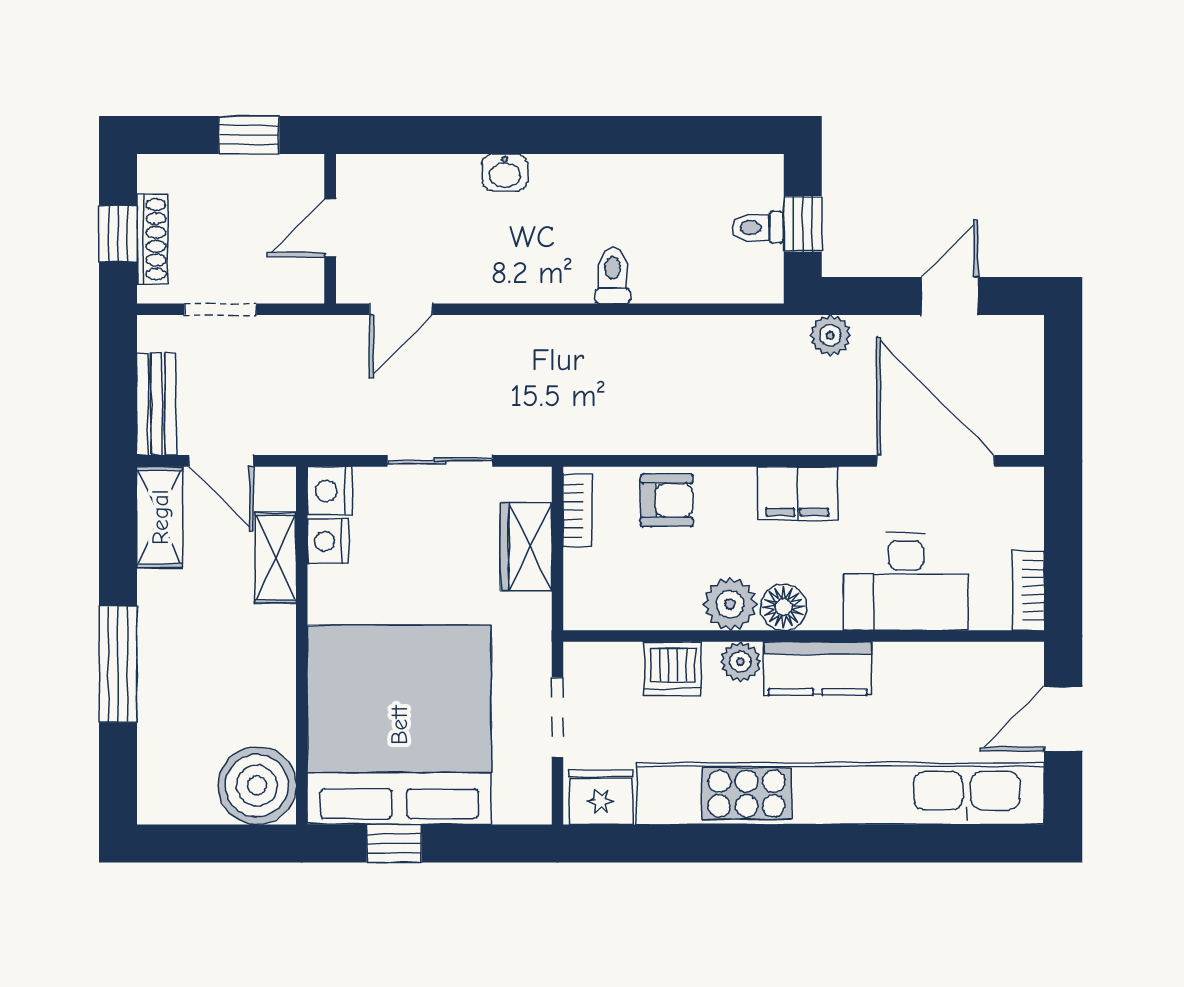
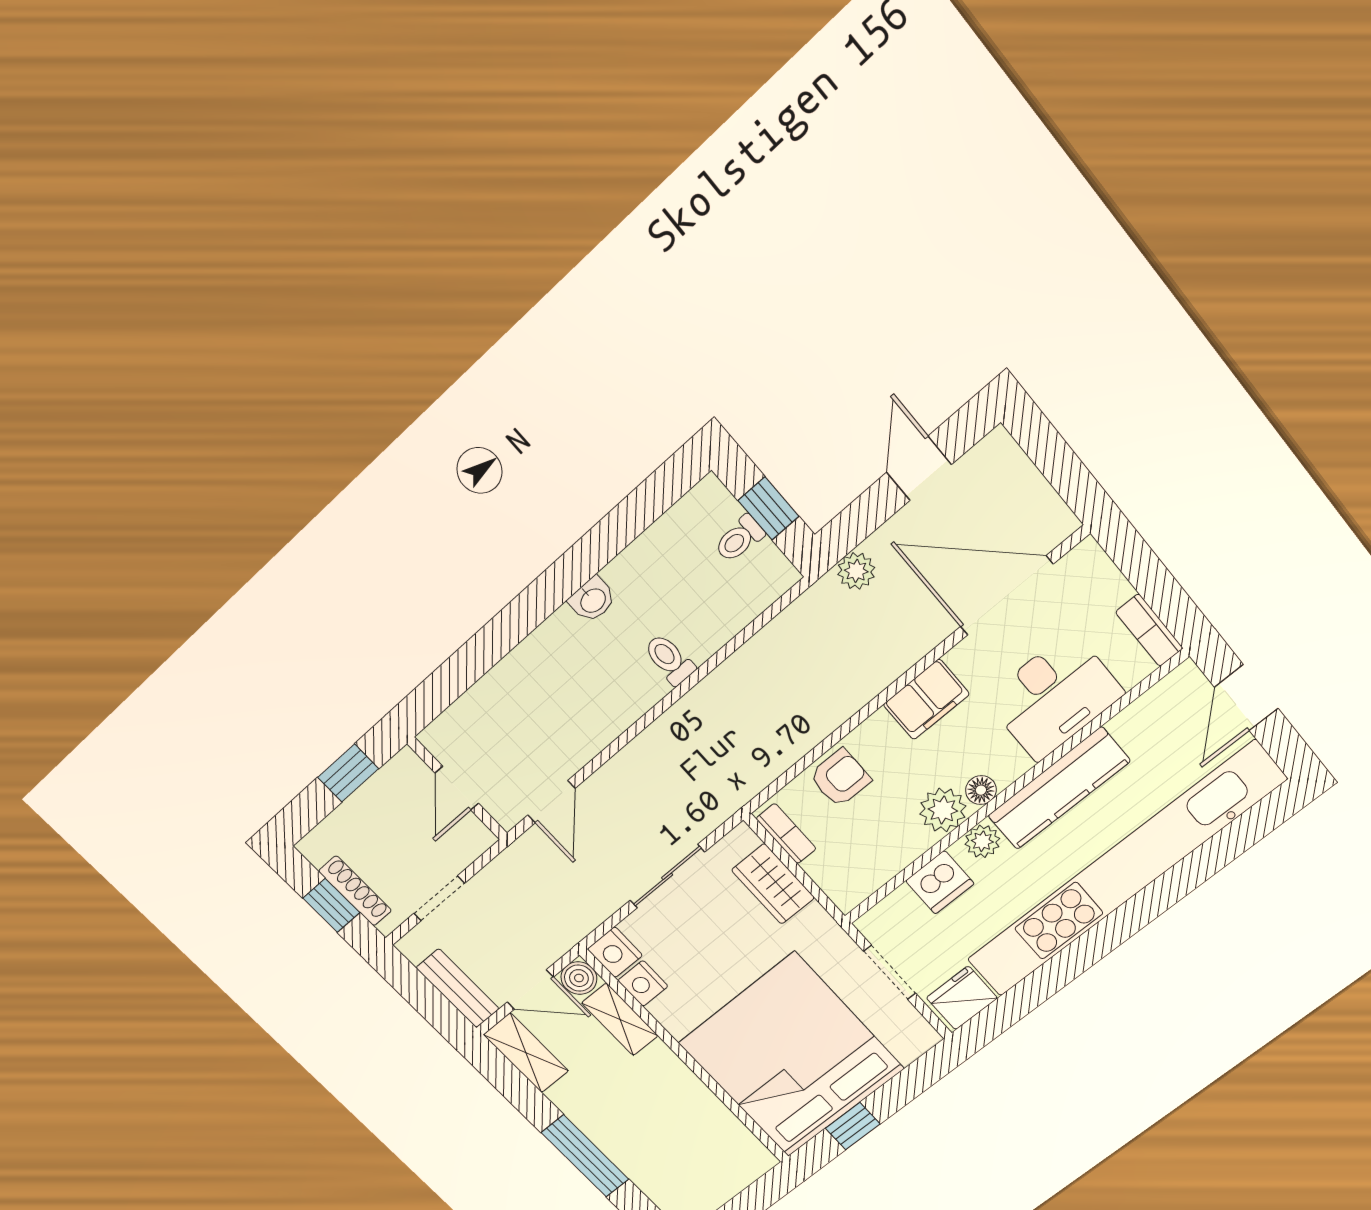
washbasin: (505, 172) -> (592, 600), moved
floor lamp: (784, 607) -> (981, 790), width x0.73, depth x0.73
kitchen counter: (818, 669) -> (1059, 789), width x1.50
boiler: (257, 785) -> (579, 978), moved, width x0.54, depth x0.54

